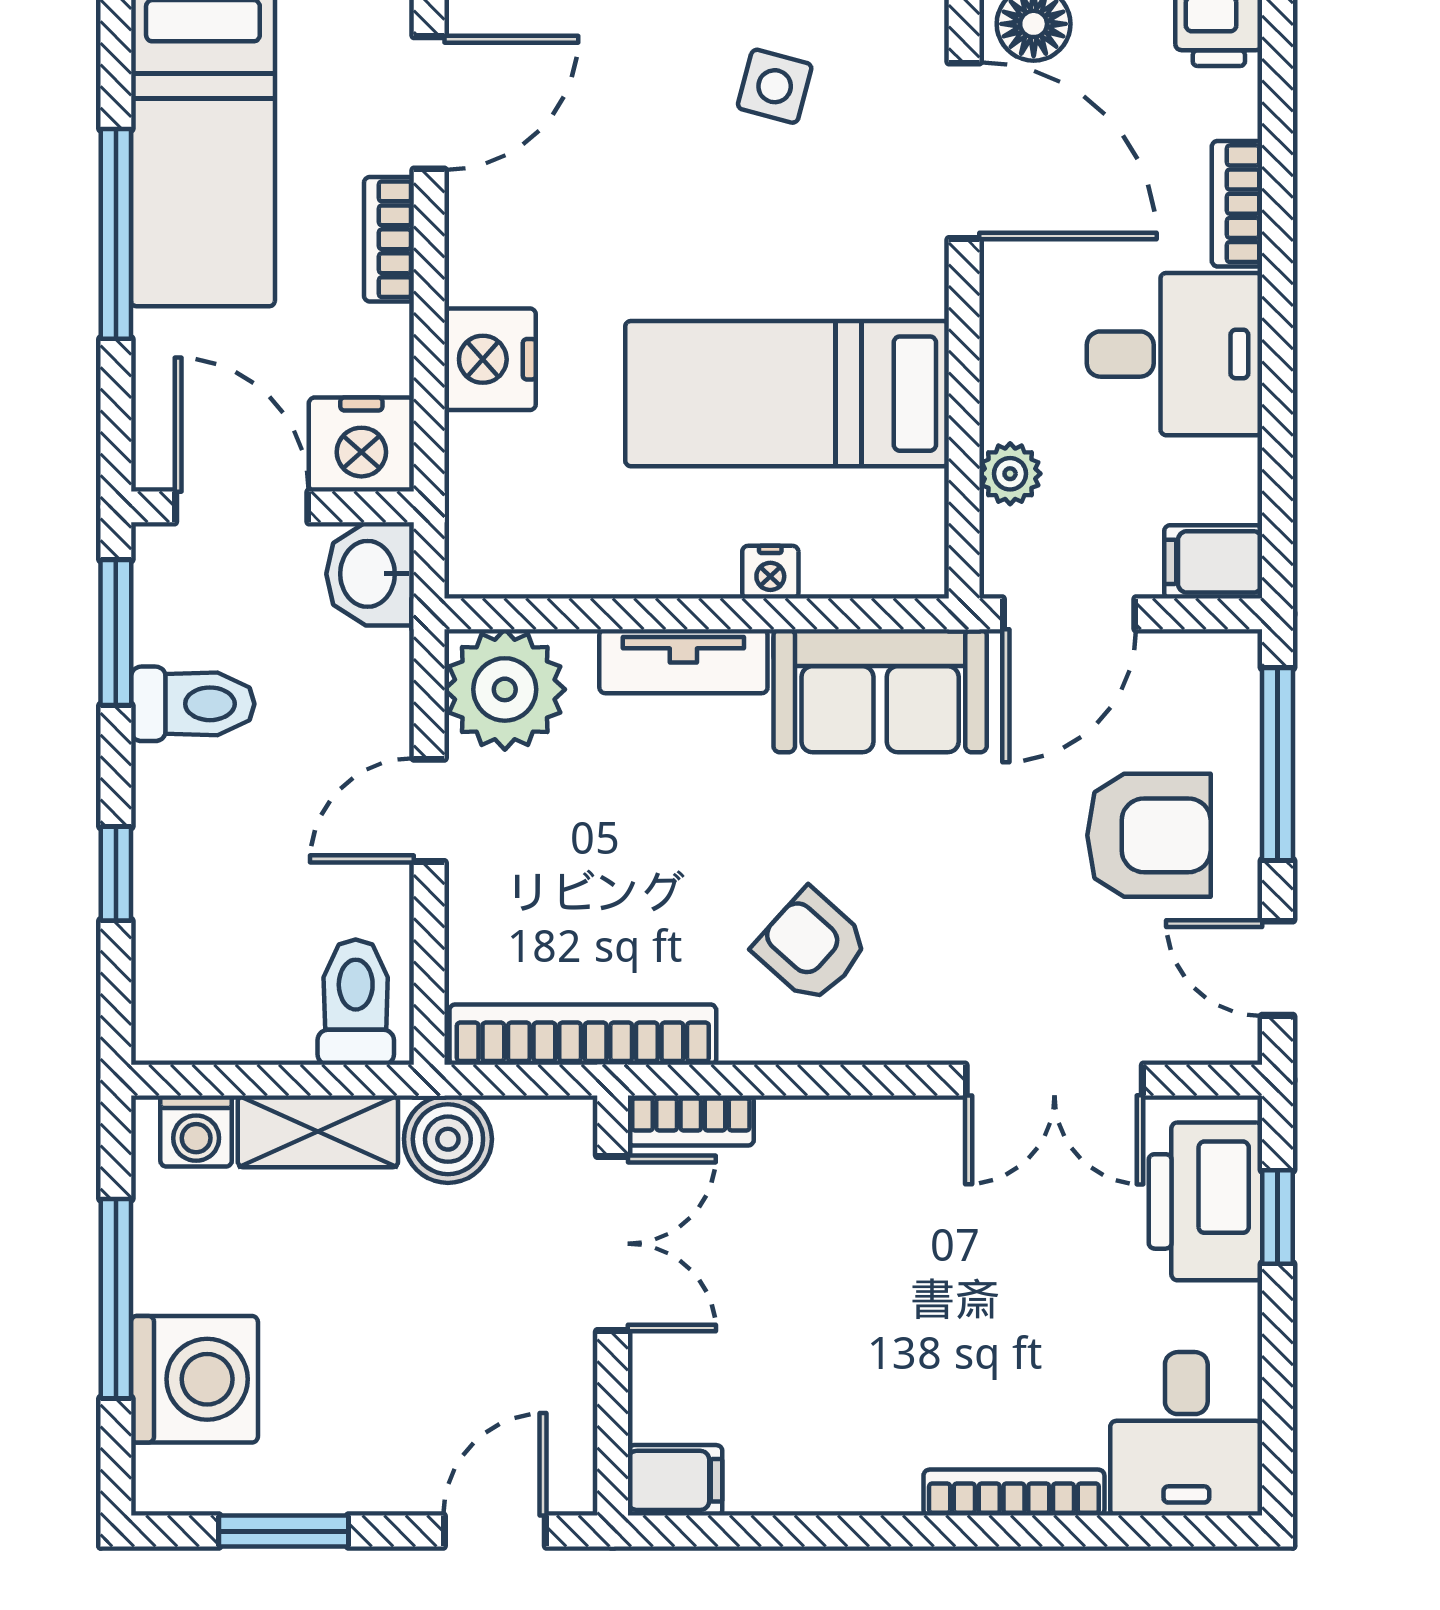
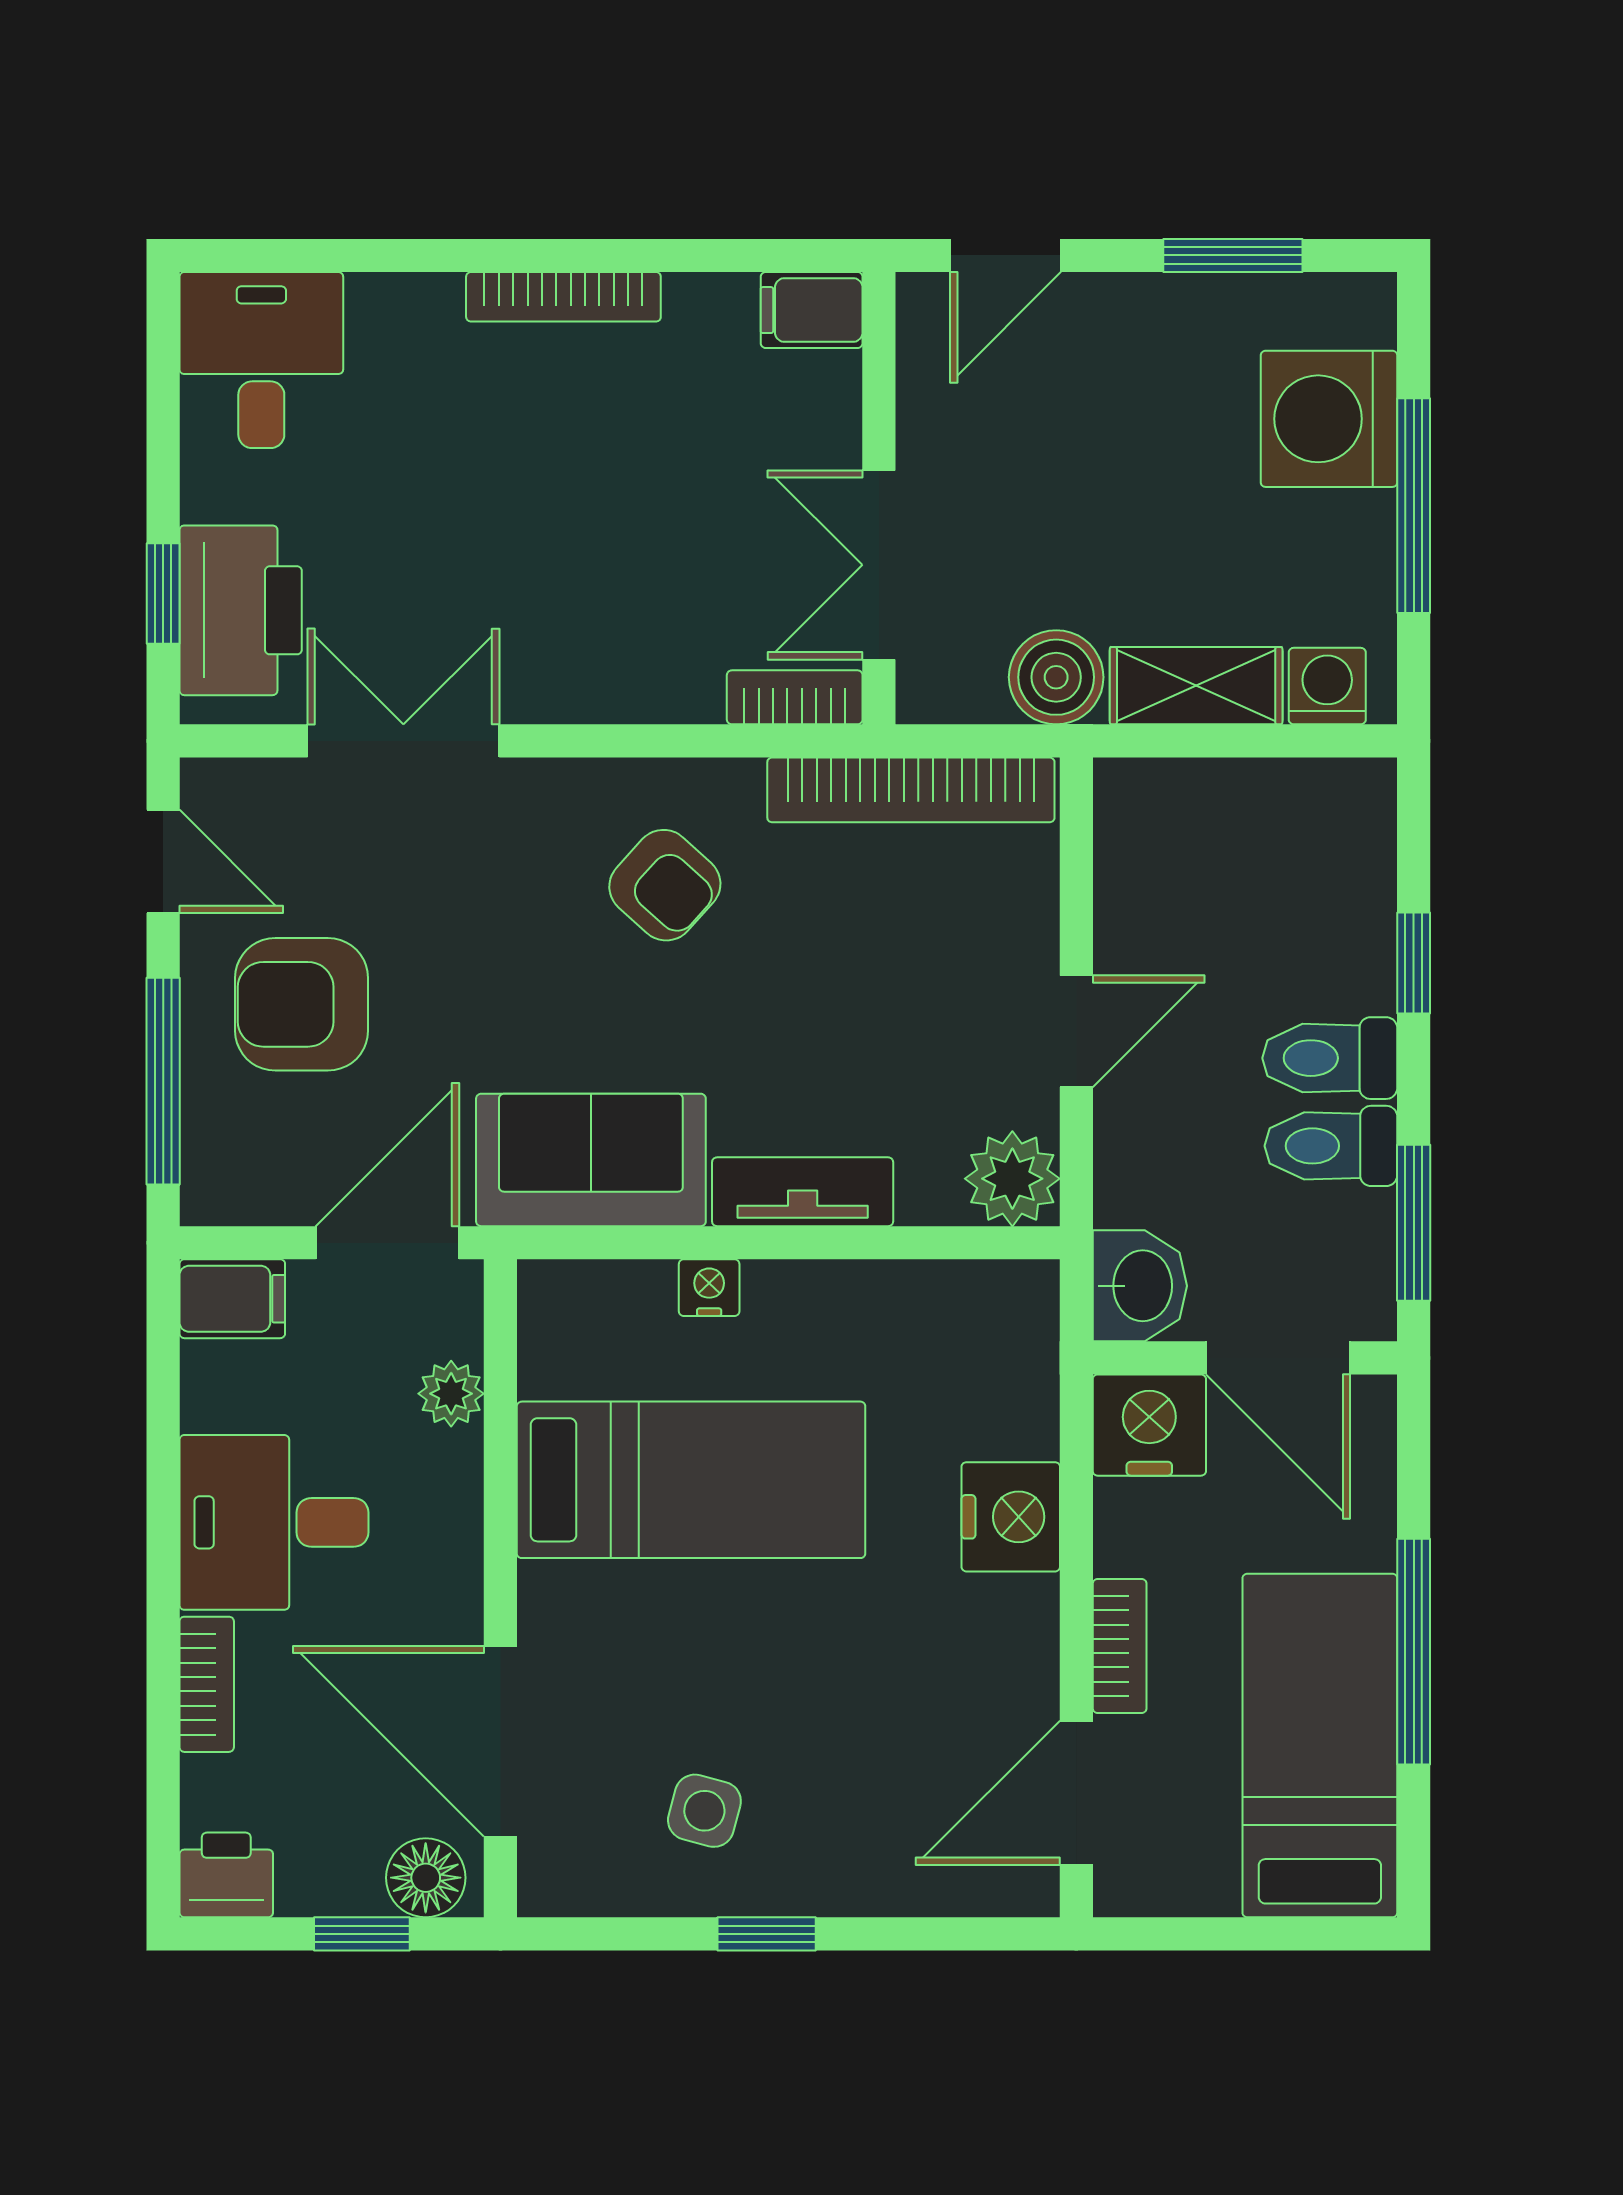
plant: (505, 689) -> (1012, 1179), width x0.73, depth x0.73
toilet: (356, 1002) -> (1330, 1058), moved, turned 90
bookcase: (1014, 1493) -> (563, 297), moved

